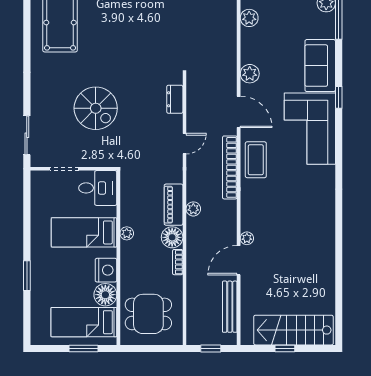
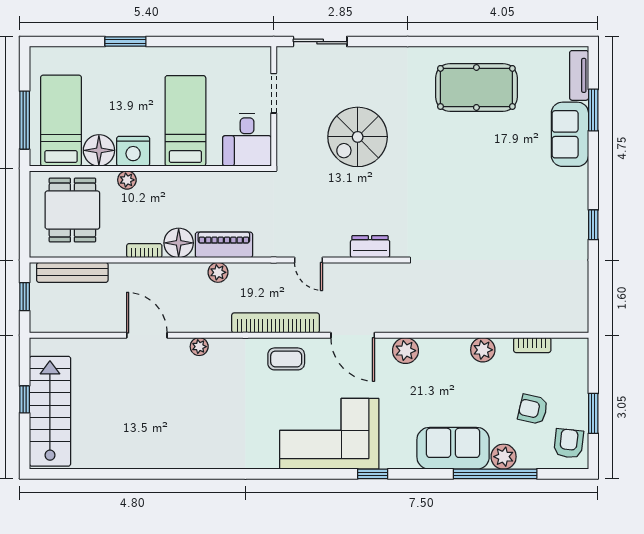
sofa: (320, 66) -> (453, 448), moved
door: (239, 112) -> (353, 335), hinge flipped
coffee table: (256, 160) -> (286, 359), width x0.73, depth x0.77
plant: (127, 233) -> (127, 180), moved
plant: (247, 238) -> (199, 347), moved
bench: (230, 307) -> (72, 272), moved
window: (84, 348) -> (25, 120), width x1.44

